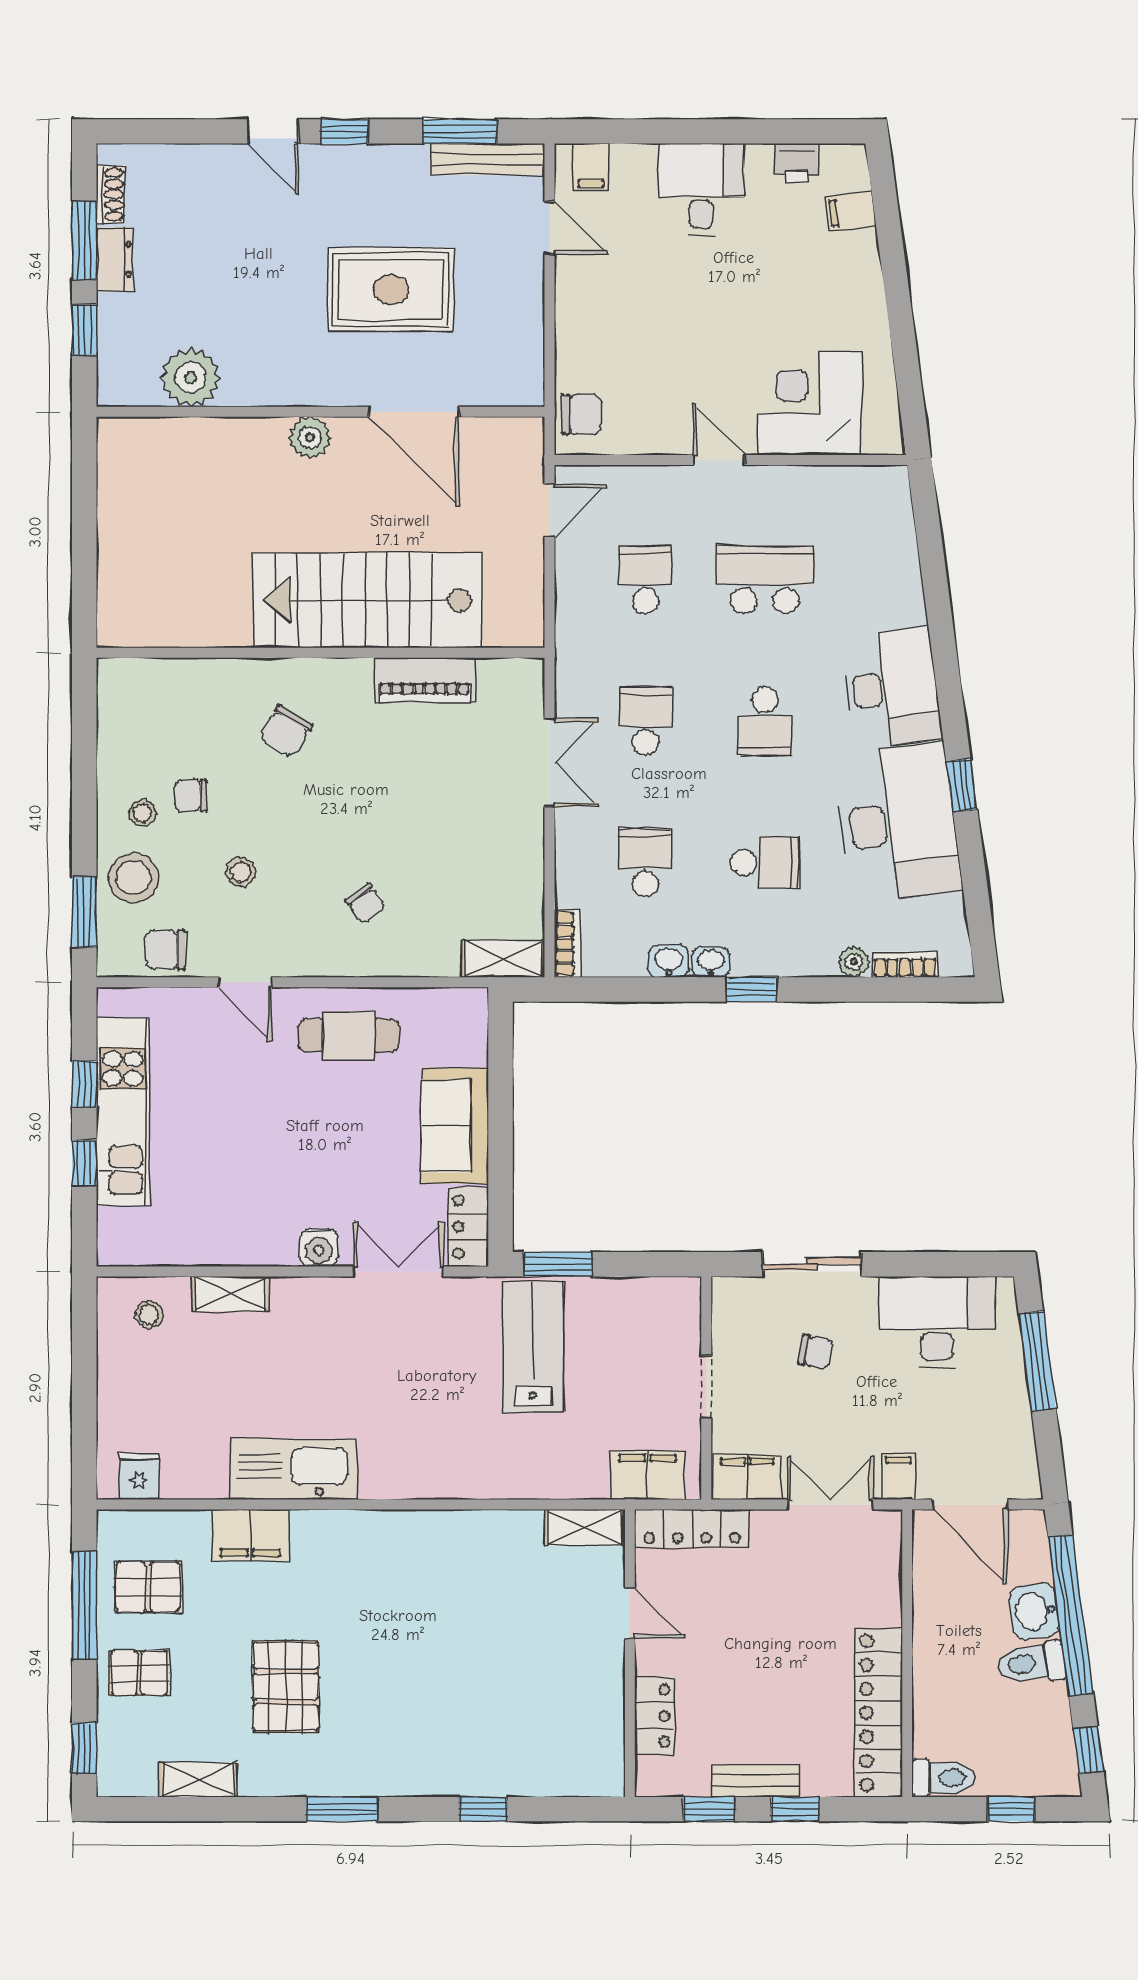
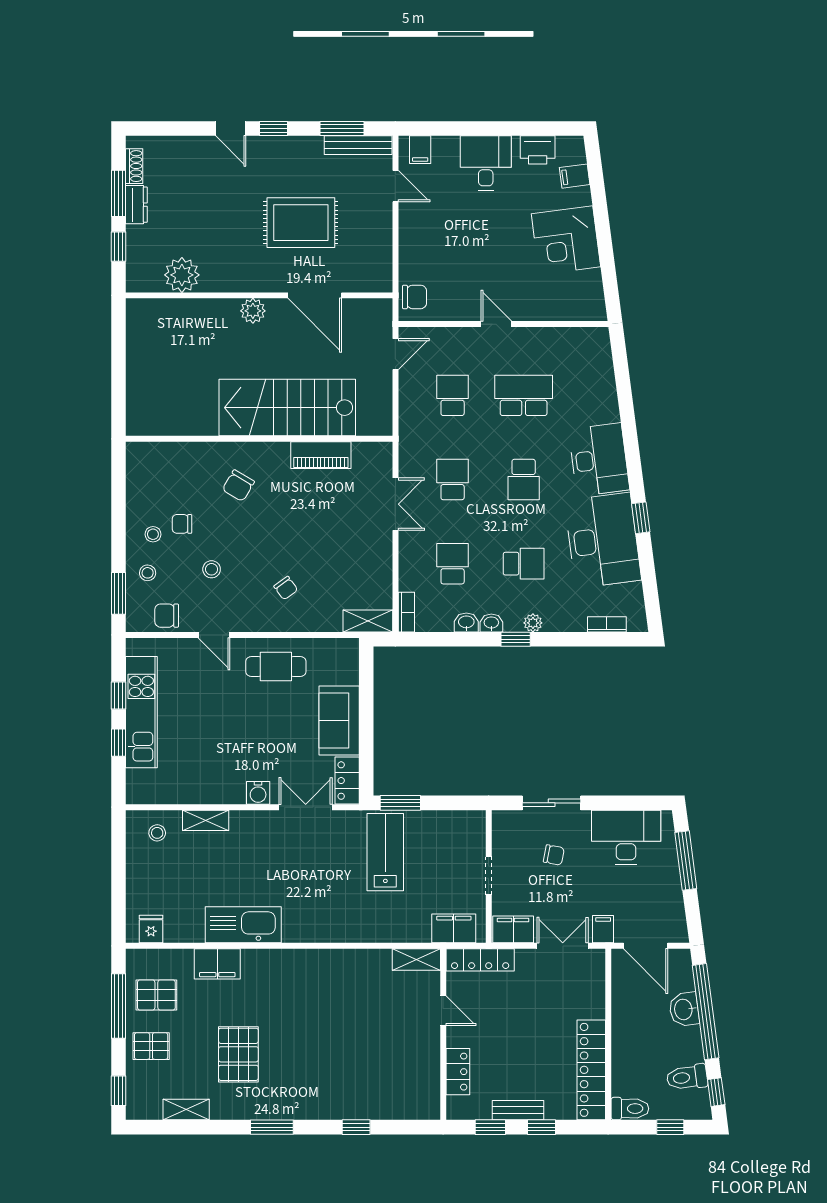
printer: (796, 163) -> (538, 150), width x1.36, depth x1.24
corner desk: (809, 403) -> (566, 240), moved, turned -97
stool: (133, 878) -> (148, 573), width x0.53, depth x0.53
plant: (854, 962) -> (533, 623), moved
toilet: (1031, 1663) -> (687, 1077), moved

